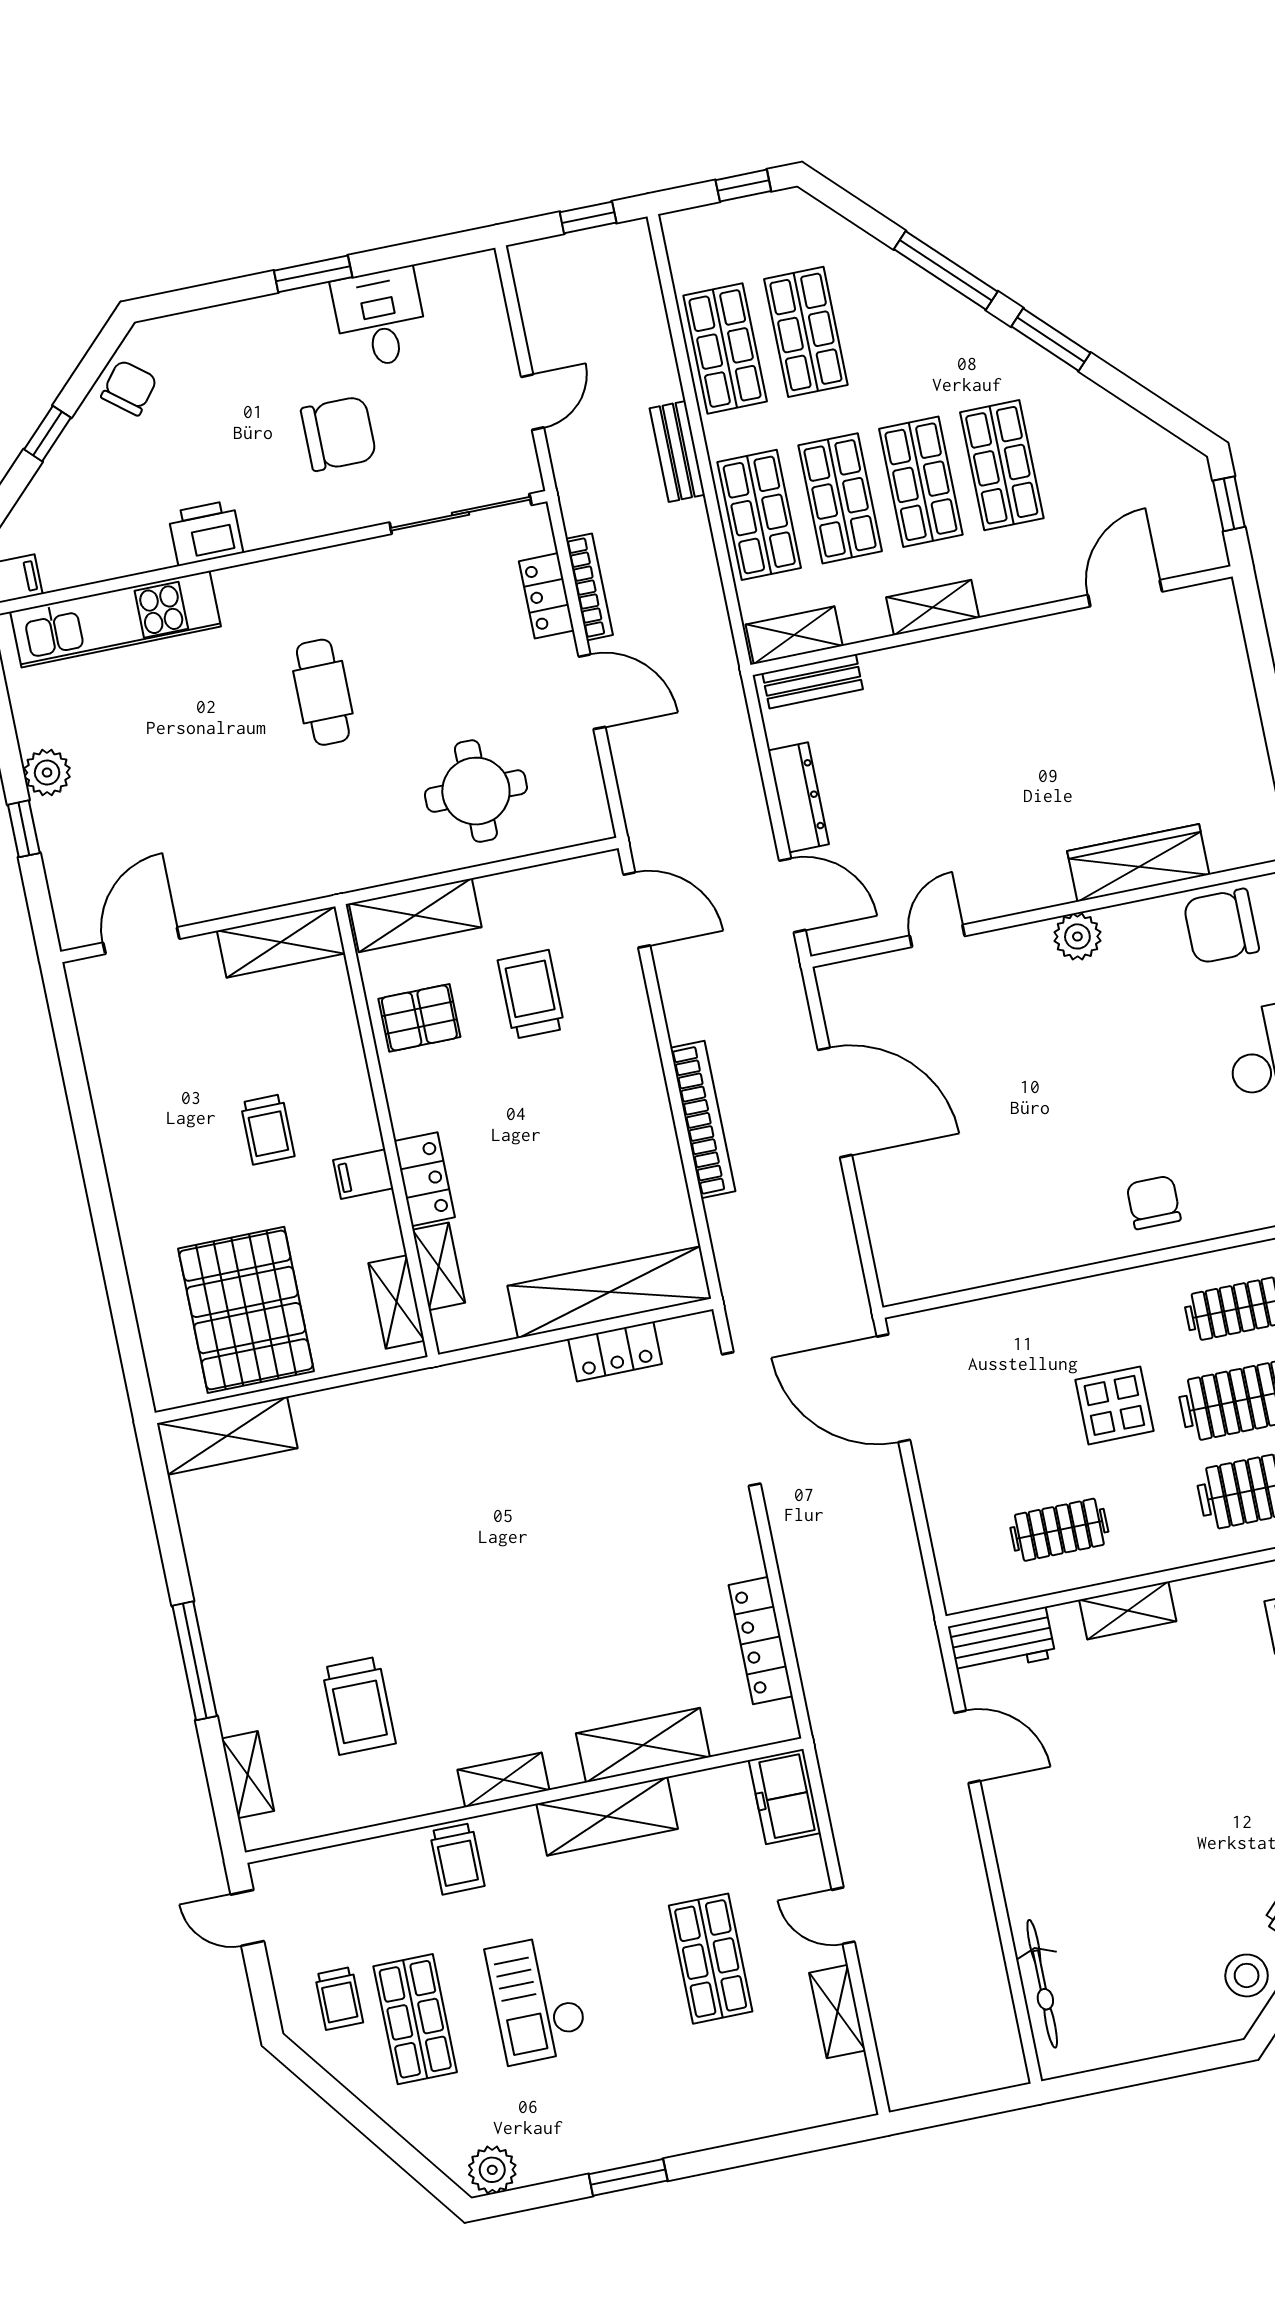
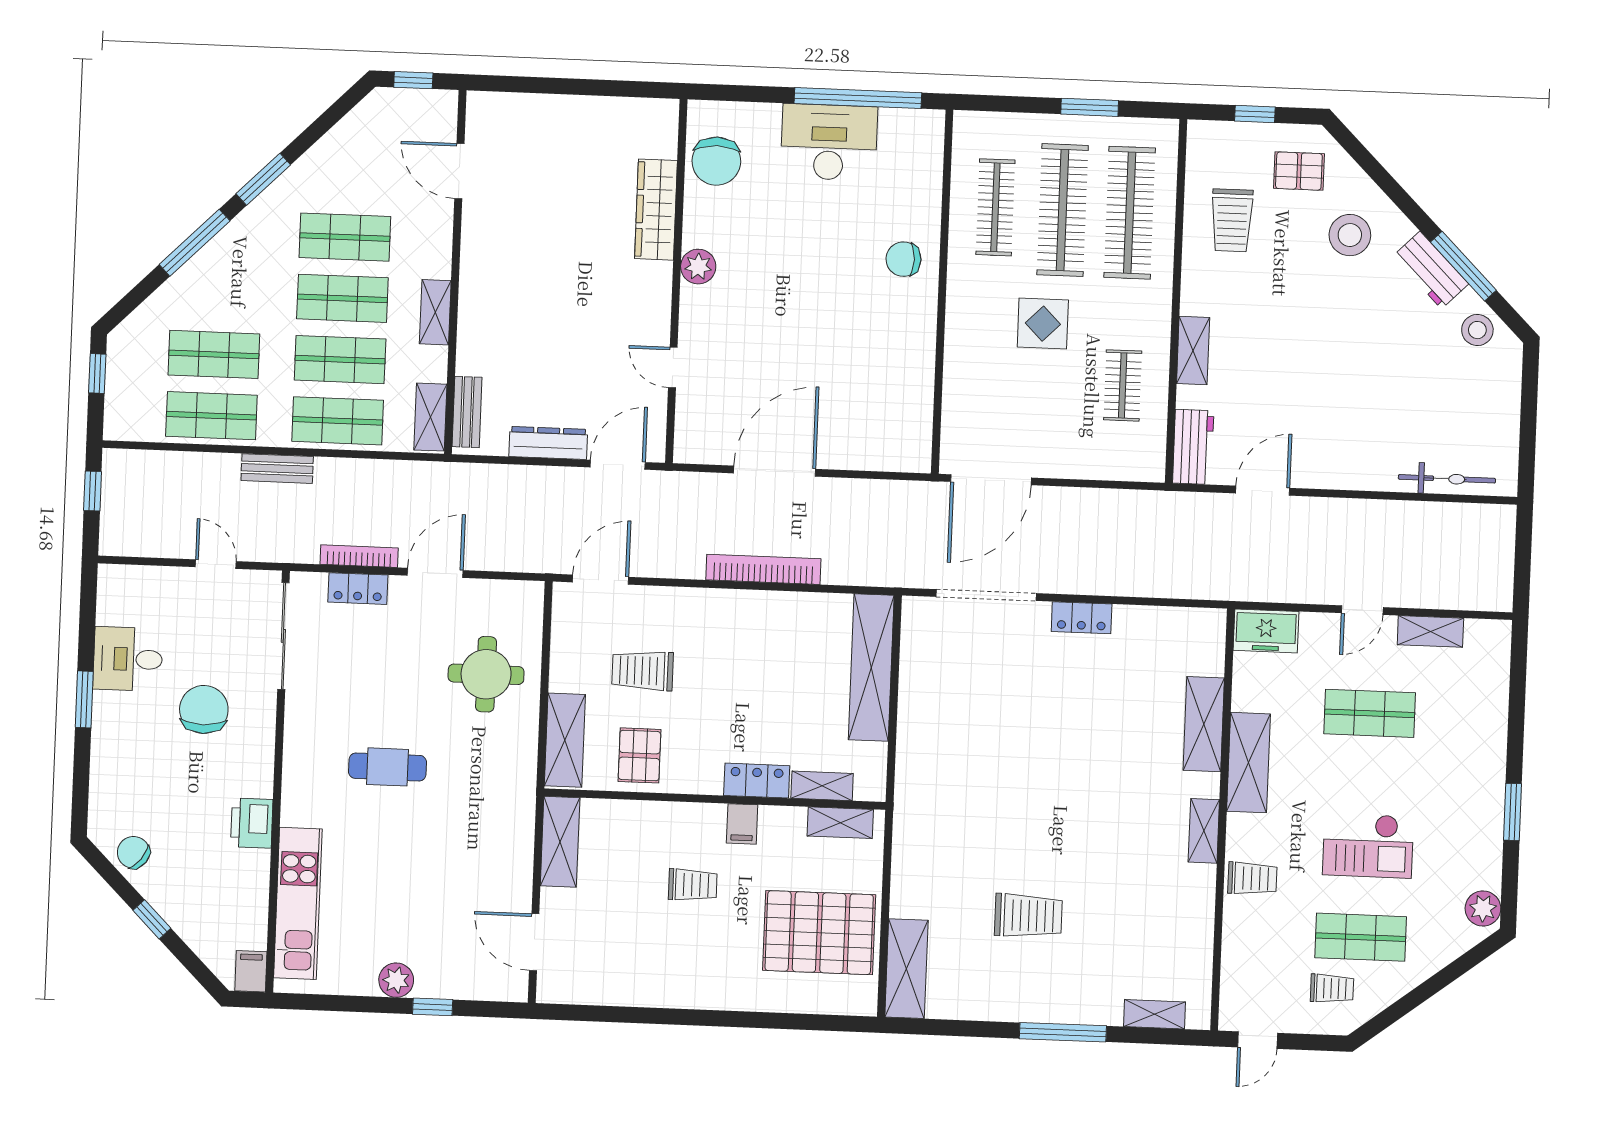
locker: (615, 1351) -> (915, 674), removed
locker: (761, 1641) -> (1082, 618), moved, width x0.66
trolley: (359, 1706) -> (1028, 916), moved

